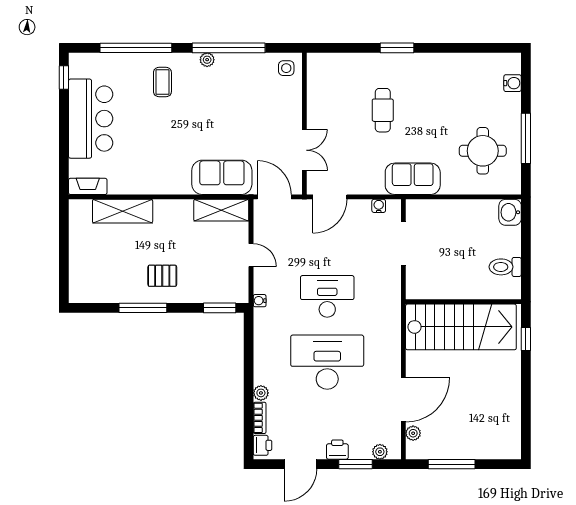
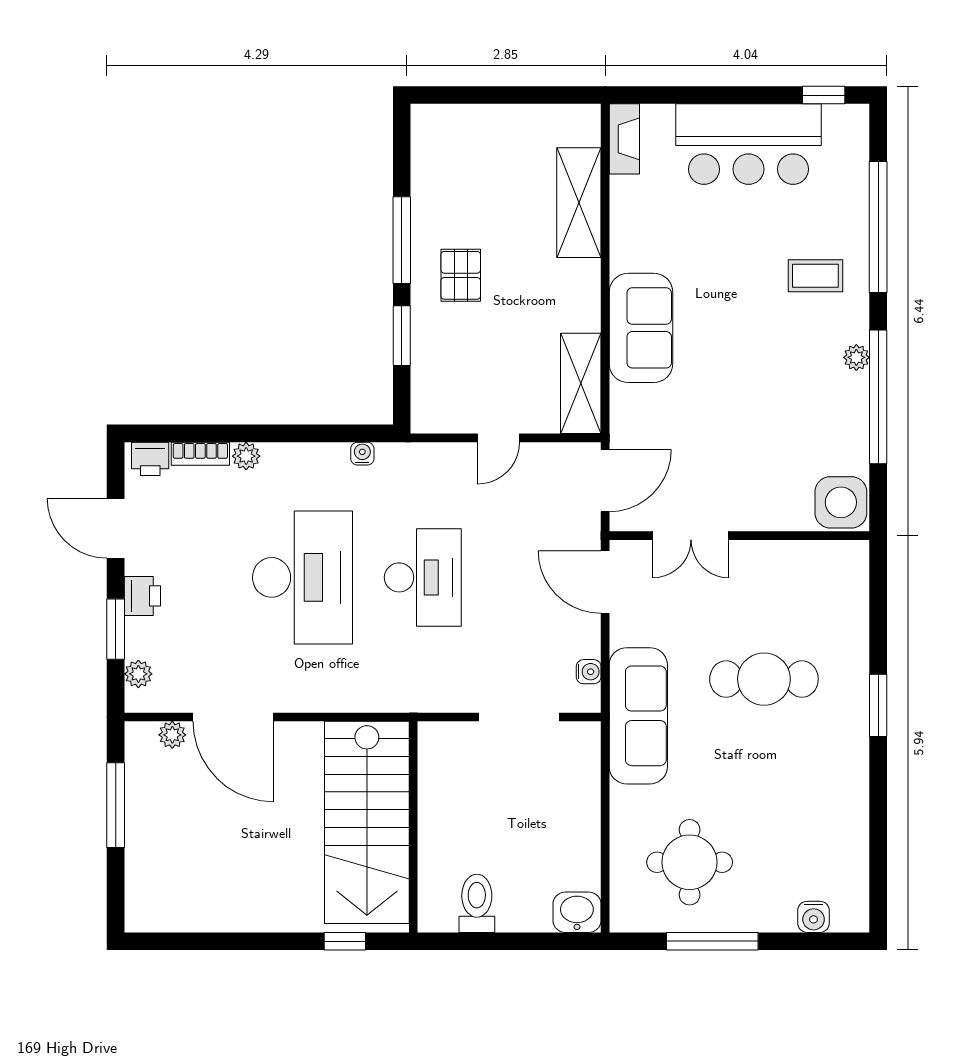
side table: (286, 68) -> (841, 502), width x1.87, depth x1.87
cafe table: (383, 110) -> (764, 679), width x1.37, depth x1.35
sofa: (222, 177) -> (641, 328), moved
sofa: (413, 179) -> (638, 716), width x1.36
water cooler: (260, 301) -> (362, 454), moved
window: (220, 308) -> (402, 336), moved

